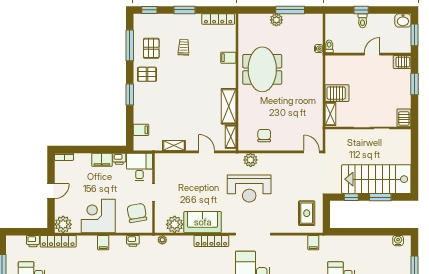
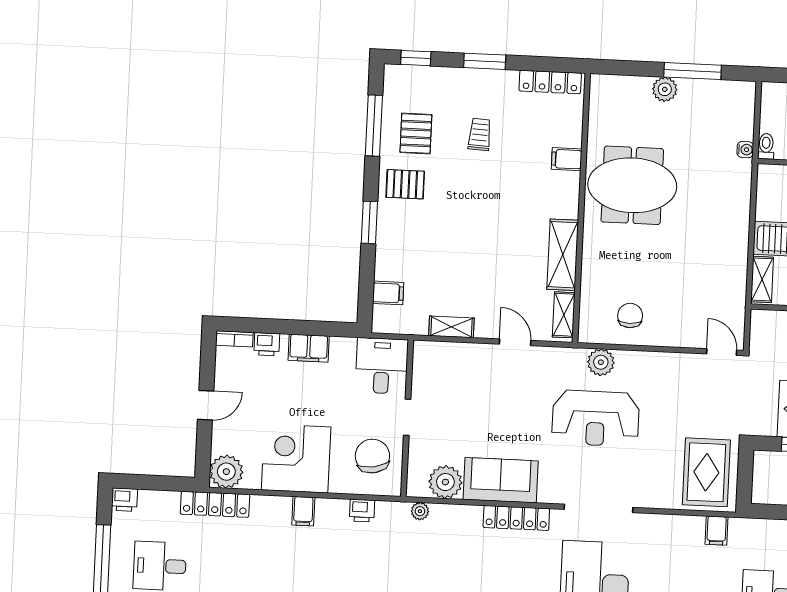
meeting table: (262, 69) -> (632, 185), turned 90
printer: (119, 159) -> (267, 344), moved
rug: (307, 213) -> (706, 472), width x1.36, depth x1.43
printer: (33, 241) -> (124, 500), moved

